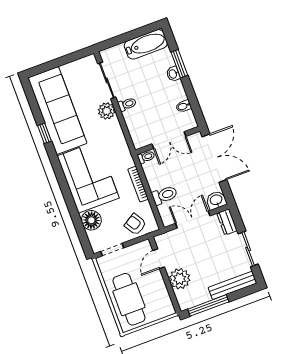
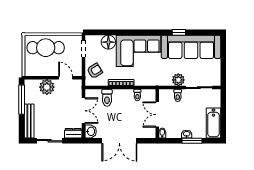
double door: (169, 140) -> (157, 115), moved
wall: (168, 141) -> (157, 114), moved

